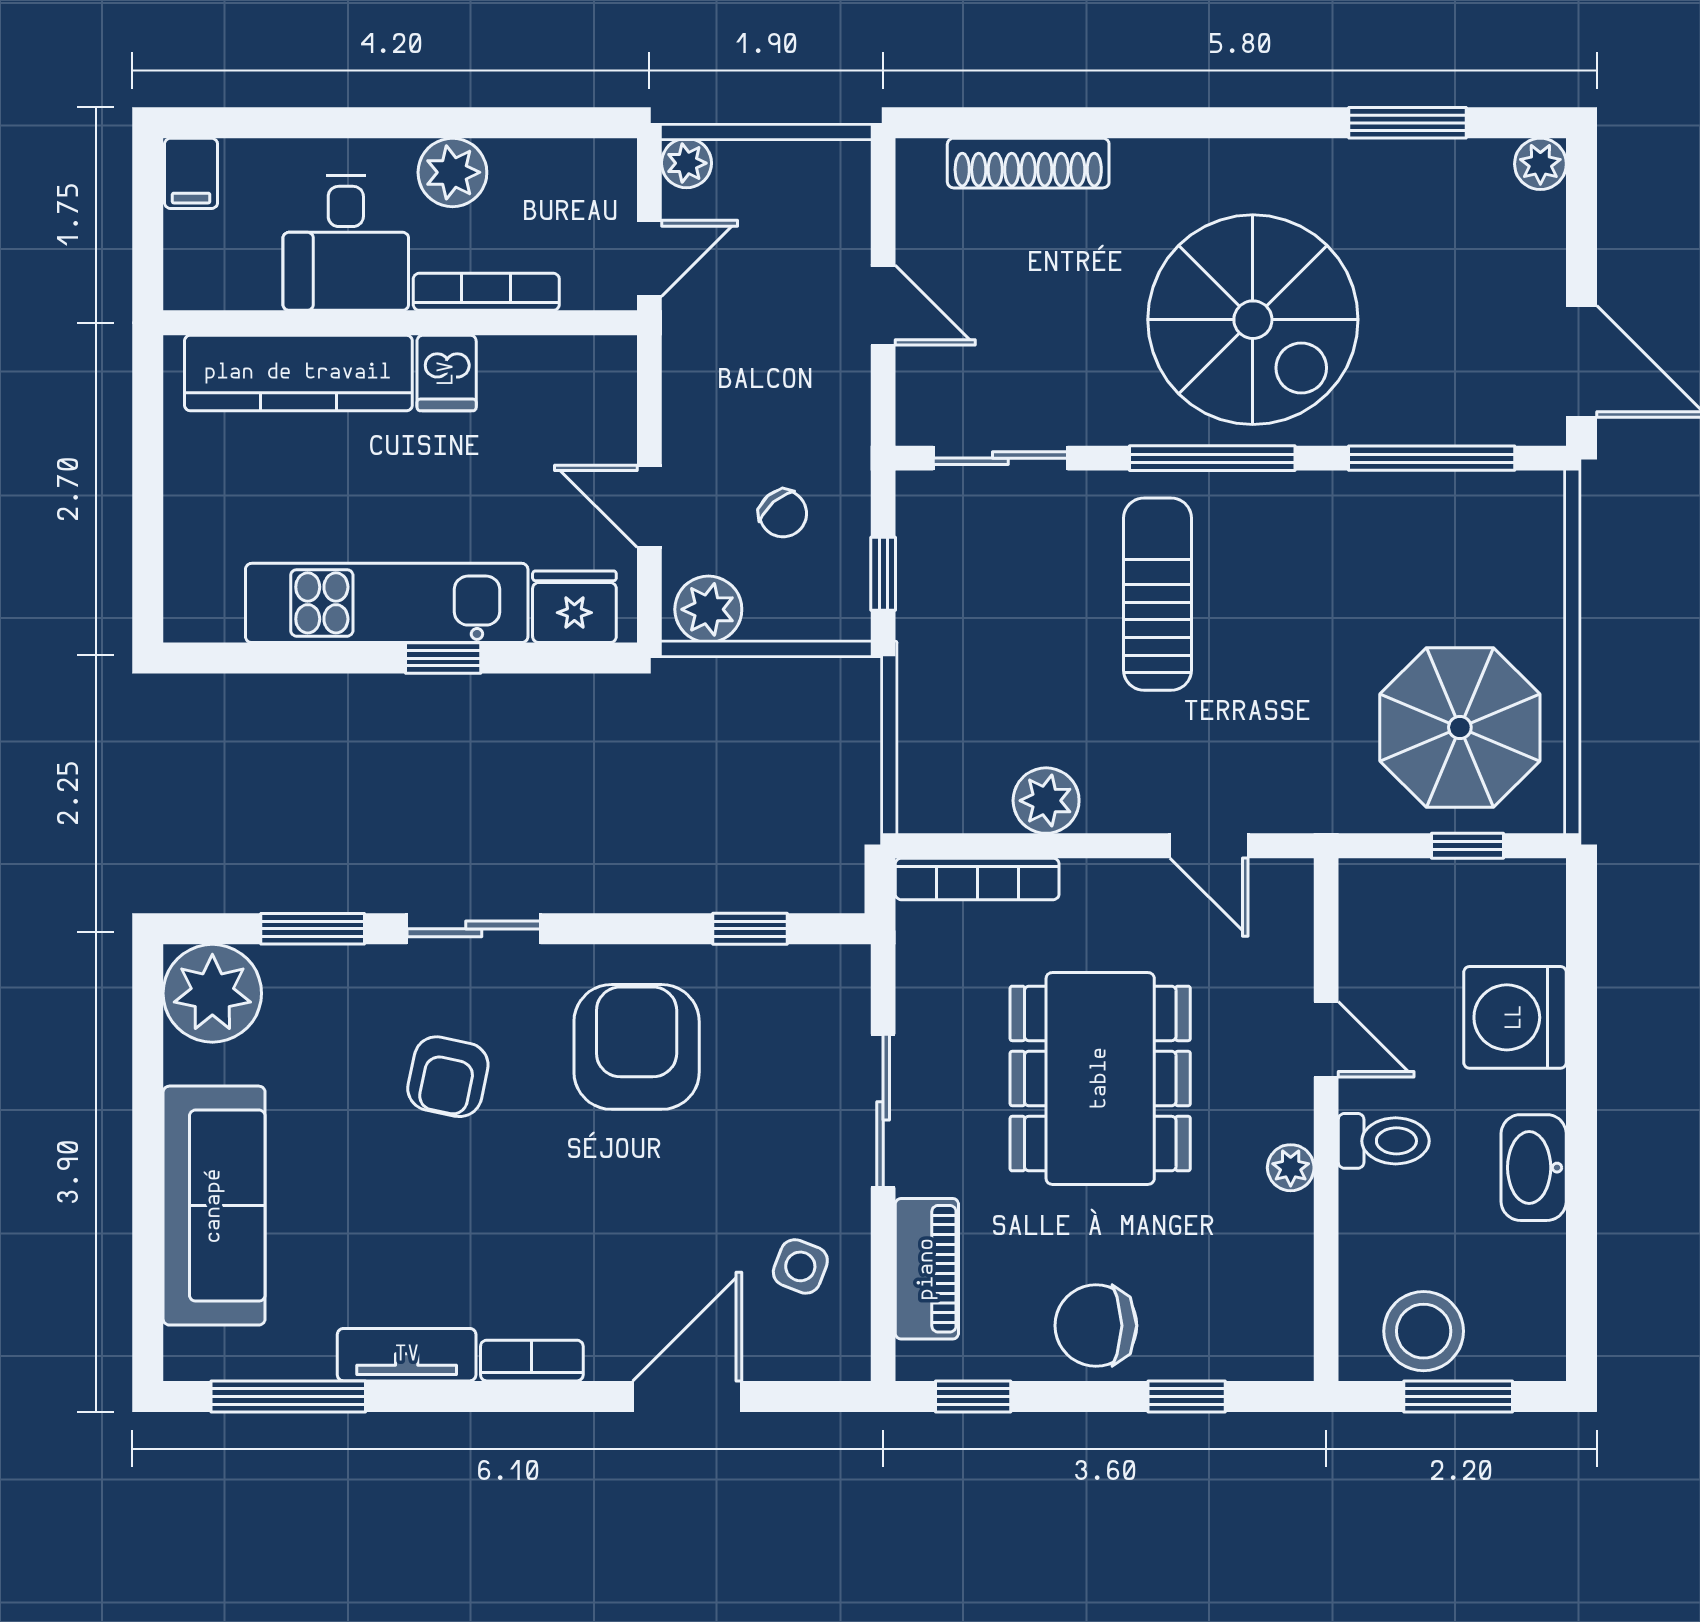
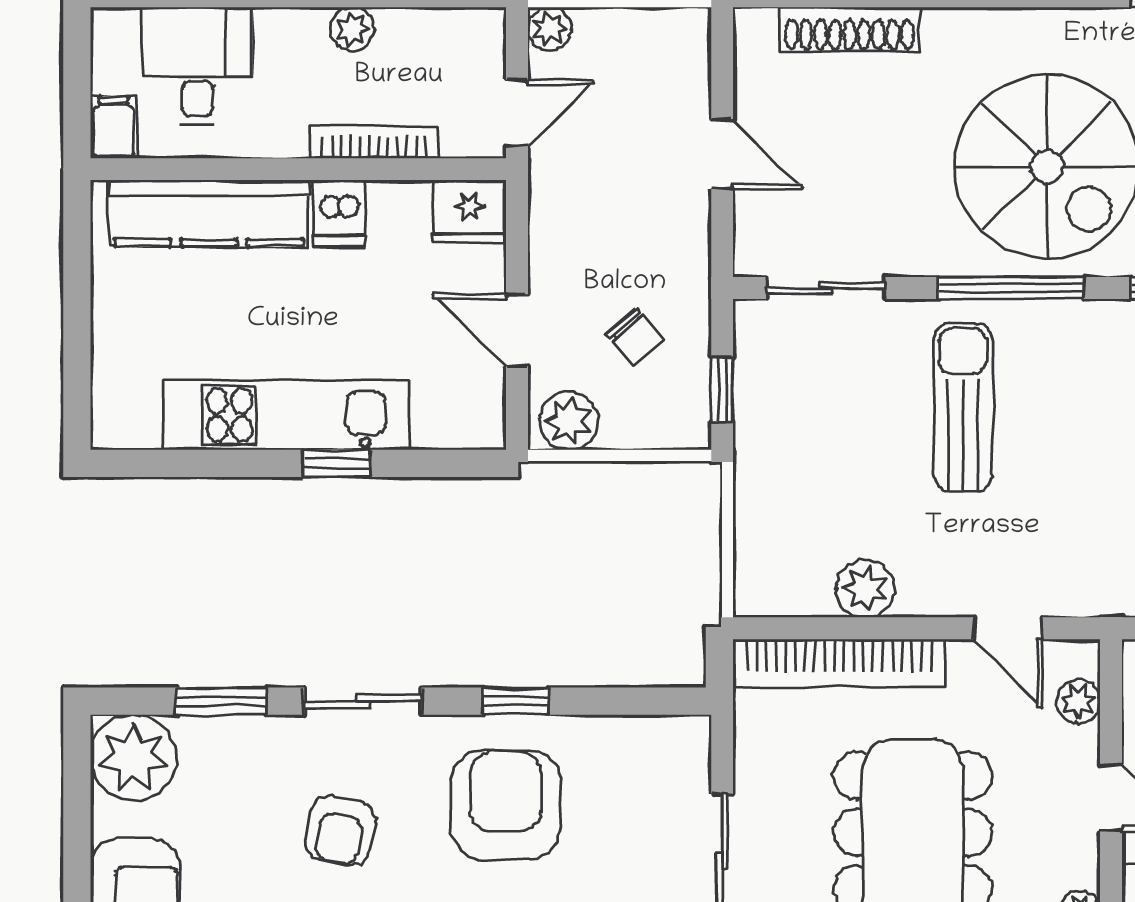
plant: (452, 172) -> (352, 29), width x0.73, depth x0.73
filing cabinet: (191, 173) -> (114, 127), moved, turned 180
desk: (346, 243) -> (197, 66), moved, turned 180
fridge: (574, 607) -> (470, 212), moved, turned 180
bookcase: (977, 879) -> (839, 663), width x1.48, depth x1.31
window: (750, 929) -> (515, 701), moved
plant: (1289, 929) -> (1078, 701), added

